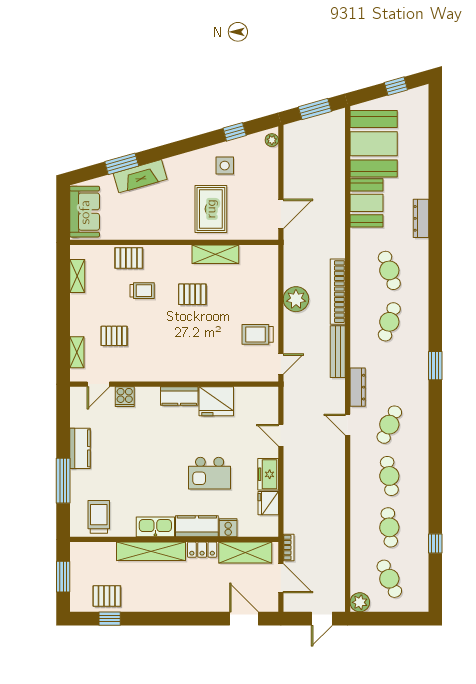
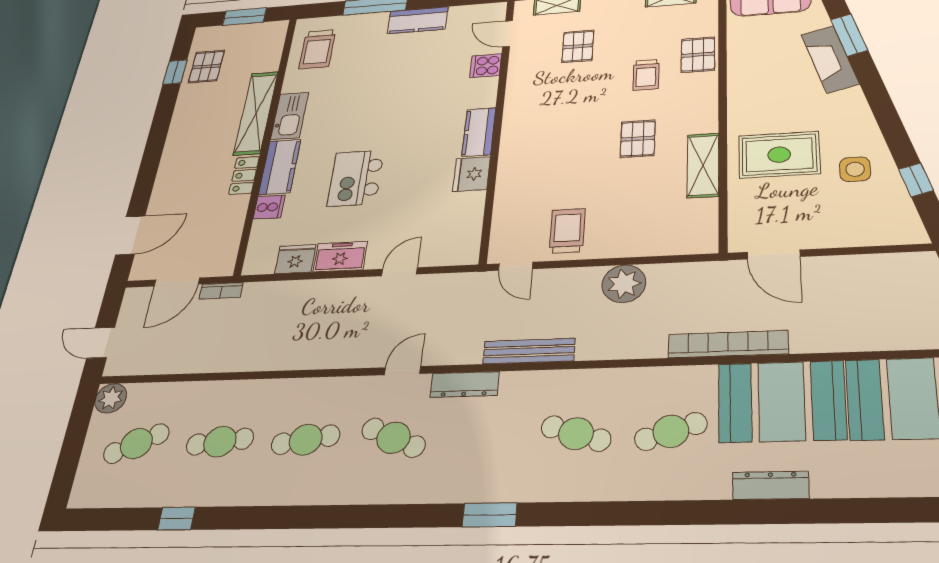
plant: (272, 140) -> (906, 235), removed
booth: (366, 203) -> (782, 401), width x1.36, depth x1.42
bookcase: (338, 292) -> (728, 344), moved
fridge: (216, 401) -> (472, 174), width x0.73, depth x0.75
trolley: (99, 517) -> (317, 49), turned 90
shelving: (245, 552) -> (227, 232), removed

